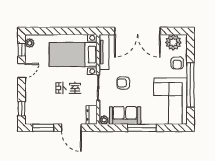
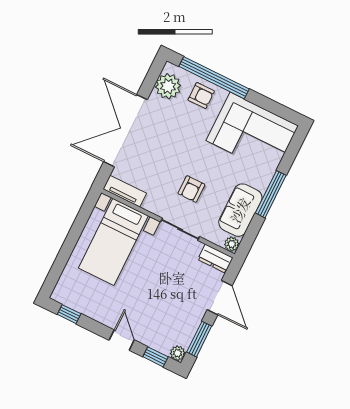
double door: (137, 31) -> (126, 131), swing flipped
plant: (30, 43) -> (178, 353), moved
tv unit: (104, 52) -> (125, 191), width x0.71
door: (22, 70) -> (122, 340), moved
window: (190, 85) -> (214, 78), moved
door: (71, 128) -> (220, 298), hinge flipped

